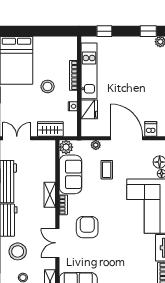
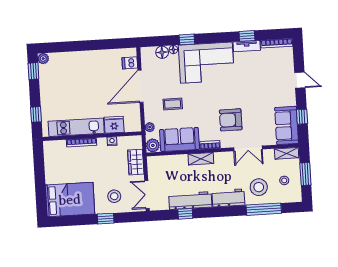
stool: (48, 86) -> (114, 196), moved
plant: (96, 145) -> (150, 127), moved

